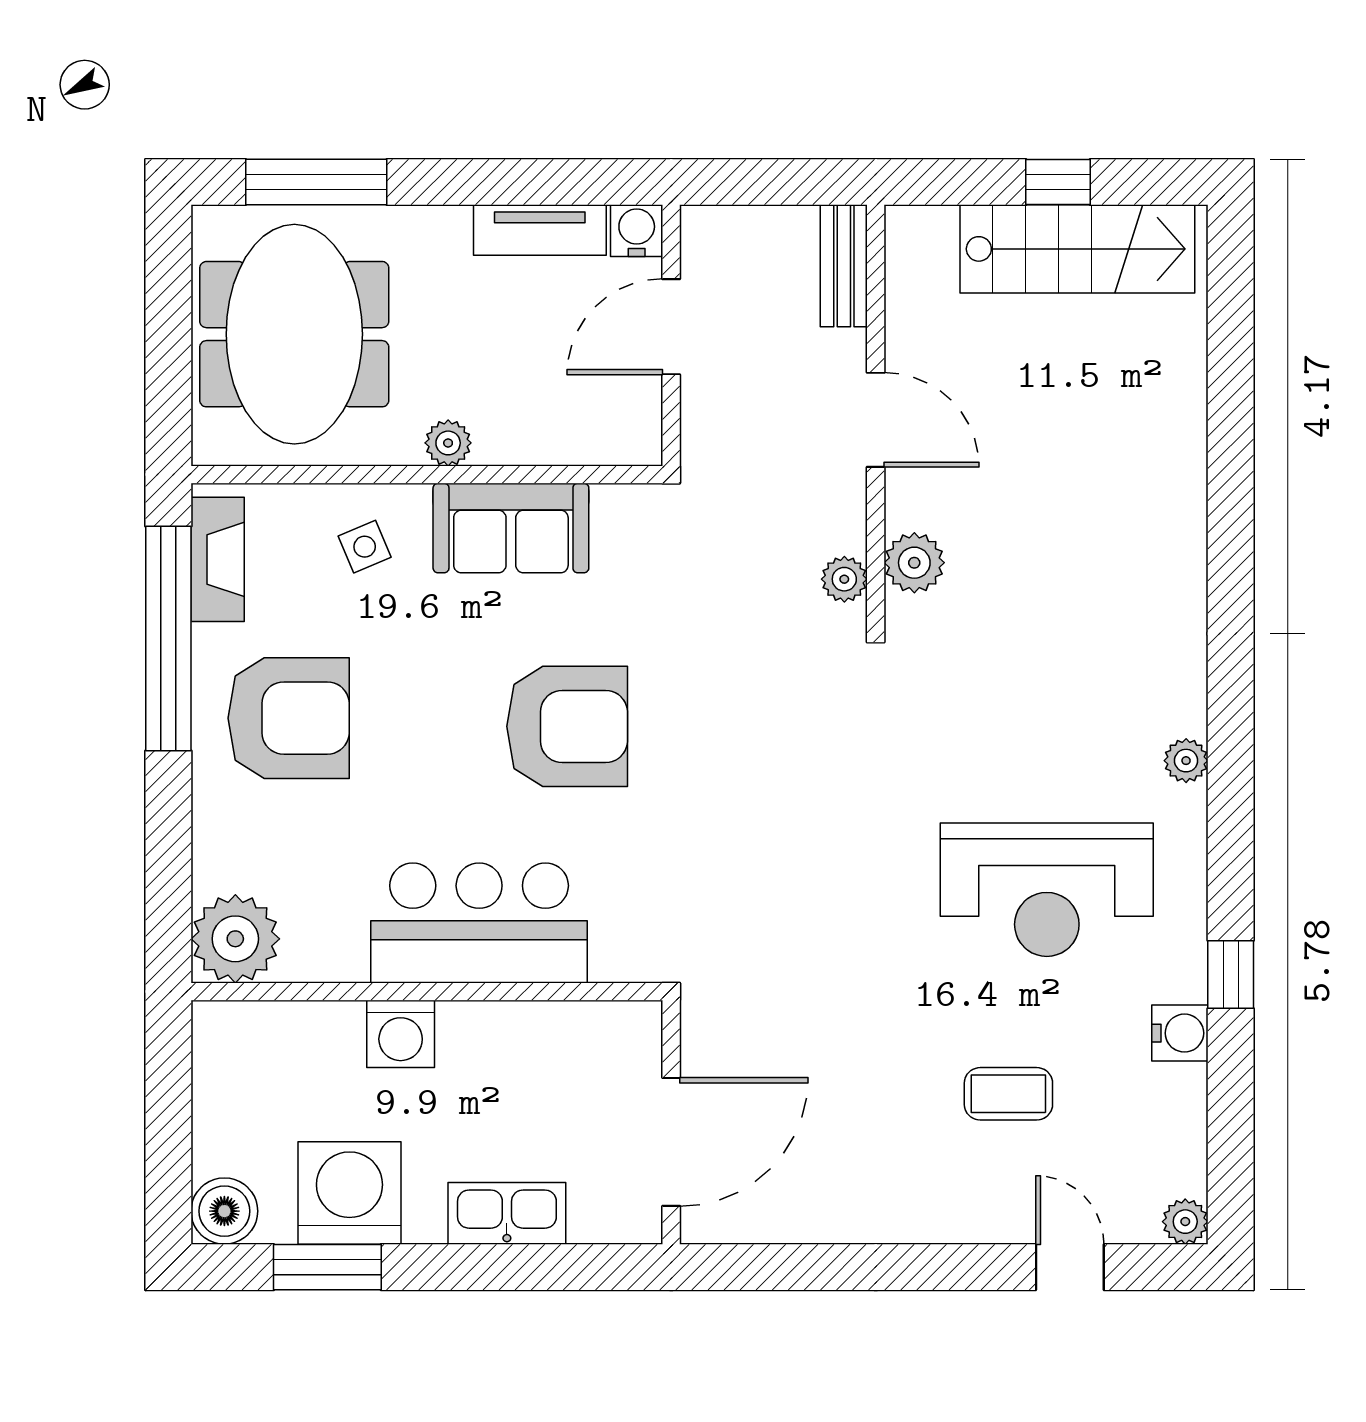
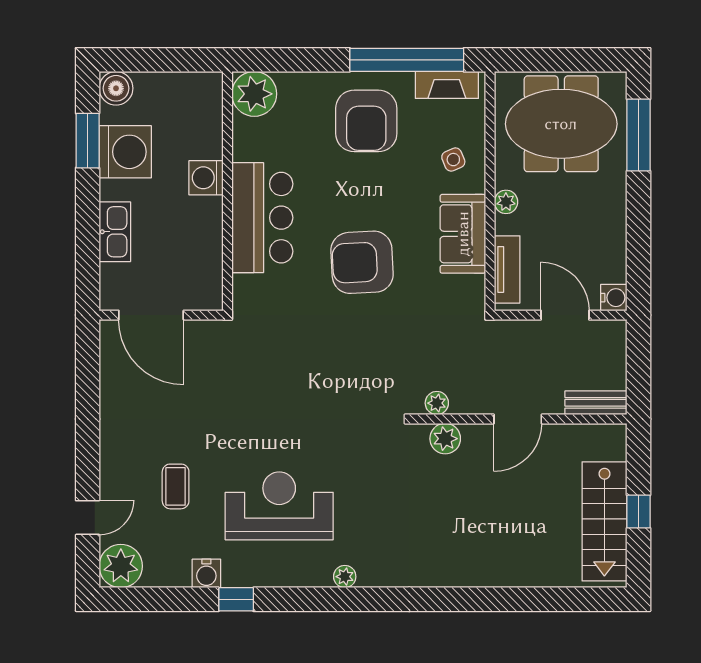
tv unit: (540, 230) -> (507, 269), moved, turned 180
armchair: (567, 726) -> (362, 262), turned 87
reception desk: (1047, 890) -> (279, 506), turned 90
plant: (1185, 1222) -> (121, 566), width x1.87, depth x1.87

